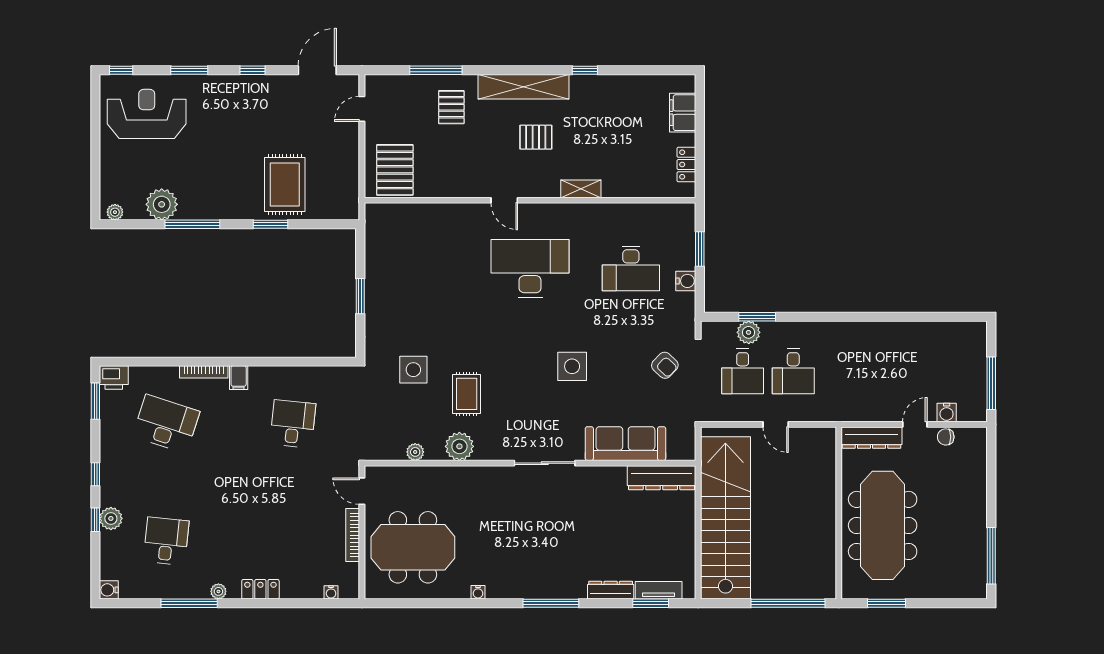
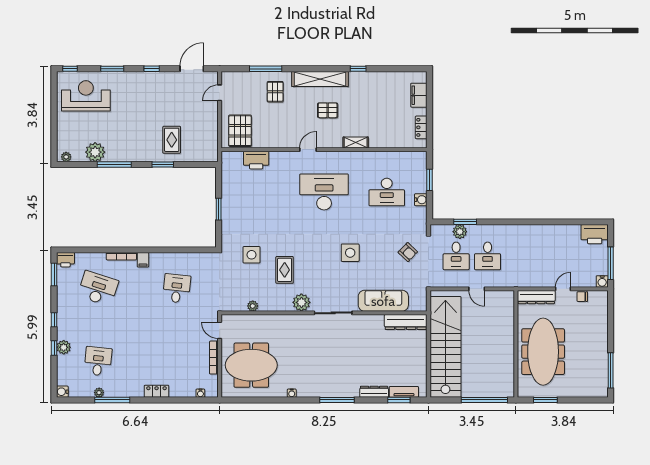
rug: (285, 185) -> (172, 140), width x0.73, depth x0.70
door: (504, 200) -> (308, 150), swing flipped
printer: (421, 217) -> (256, 160), added
printer: (965, 336) -> (595, 234), added
water cooler: (947, 412) -> (602, 281), moved
plant: (459, 446) -> (301, 302), moved
plant: (218, 591) -> (99, 393), moved

